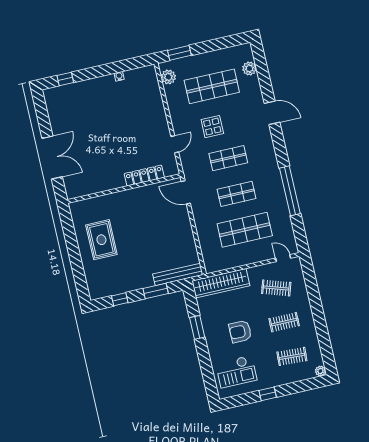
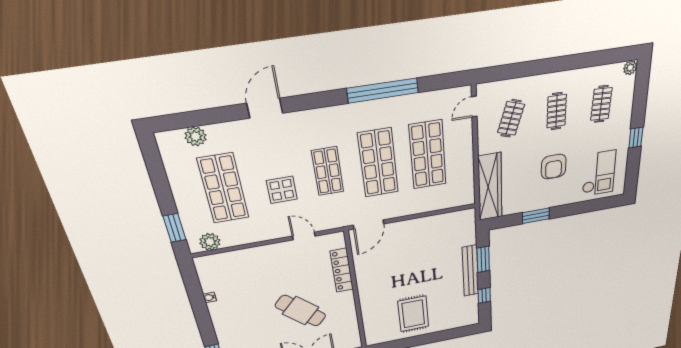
cafe table: (106, 146) -> (301, 311), added
shop shelf: (236, 194) -> (378, 163), width x1.43, depth x1.36
rug: (101, 240) -> (413, 314), turned 90
bench: (178, 274) -> (470, 271), moved

